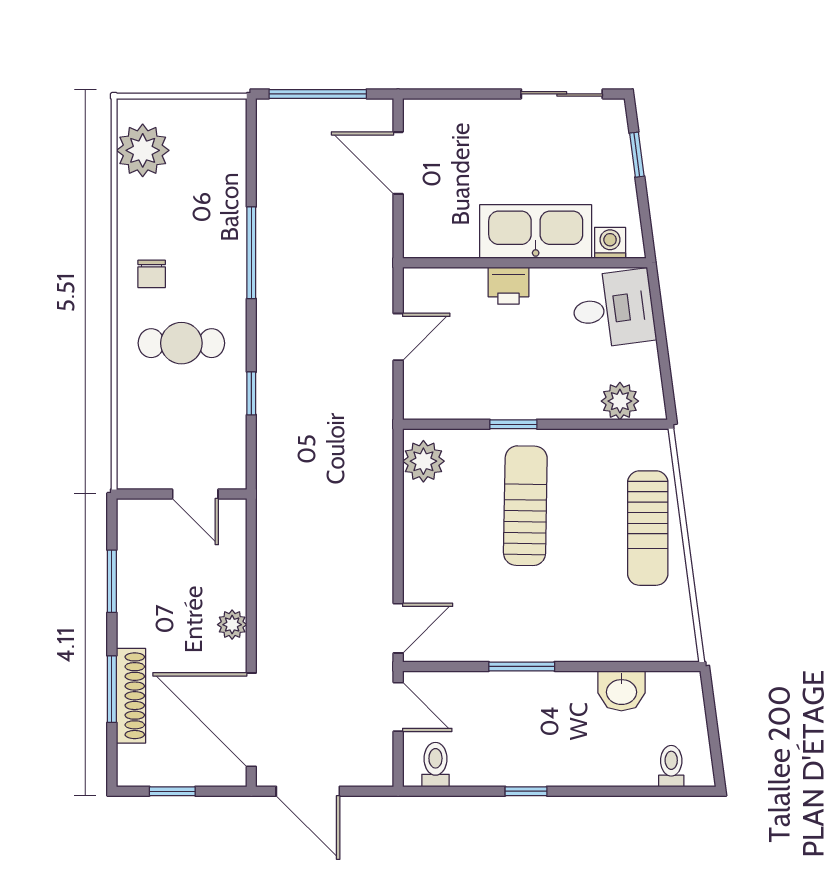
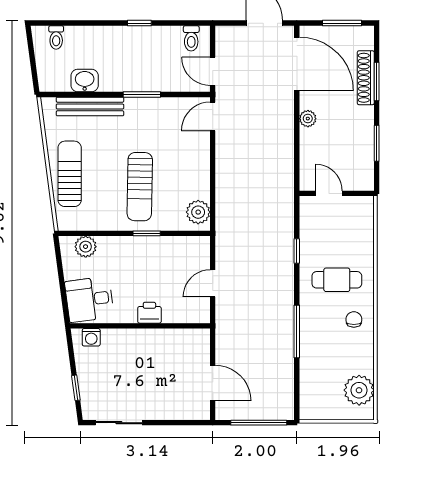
kitchen sink: (536, 231) -> (134, 344), removed
bench: (612, 646) -> (90, 106), added
window: (172, 791) -> (342, 23), width x1.50

